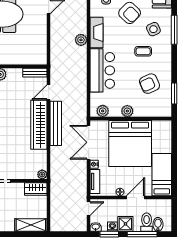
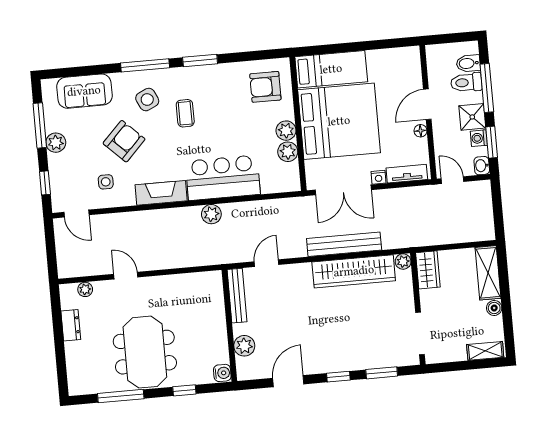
plant: (81, 40) -> (211, 214), moved
bench: (35, 73) -> (237, 296), width x1.36
armchair: (149, 84) -> (265, 87), moved, turned 114
door: (49, 92) -> (267, 263), swing flipped
window: (174, 93) -> (200, 60), moved
plant: (103, 111) -> (288, 152), moved
bench: (56, 123) -> (344, 244), moved
wardrobe: (39, 125) -> (354, 271), moved
bed: (162, 175) -> (331, 69), moved, turned 180
door: (136, 198) -> (427, 104), hinge flipped
boiler: (9, 227) -> (494, 308), added

